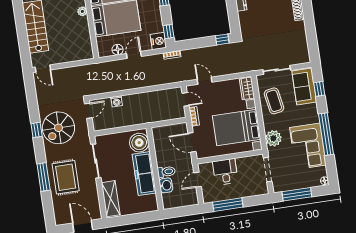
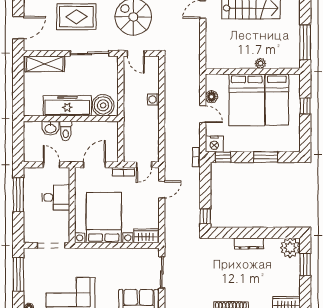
washing machine: (117, 101) -> (153, 99), moved
coffee table: (274, 101) -> (127, 264), removed
door: (88, 111) -> (136, 53), moved
plant: (273, 138) -> (85, 257), removed

